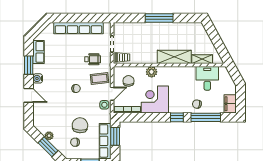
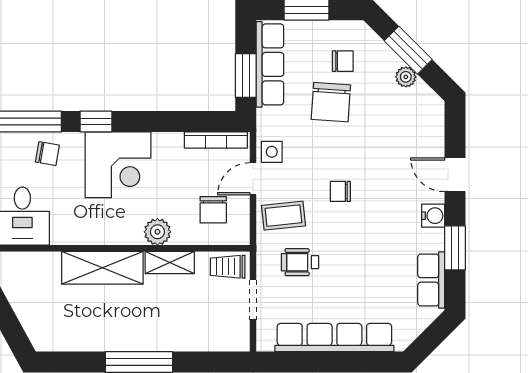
shelving: (202, 59) -> (170, 262), moved
corner desk: (155, 99) -> (118, 165), moved

